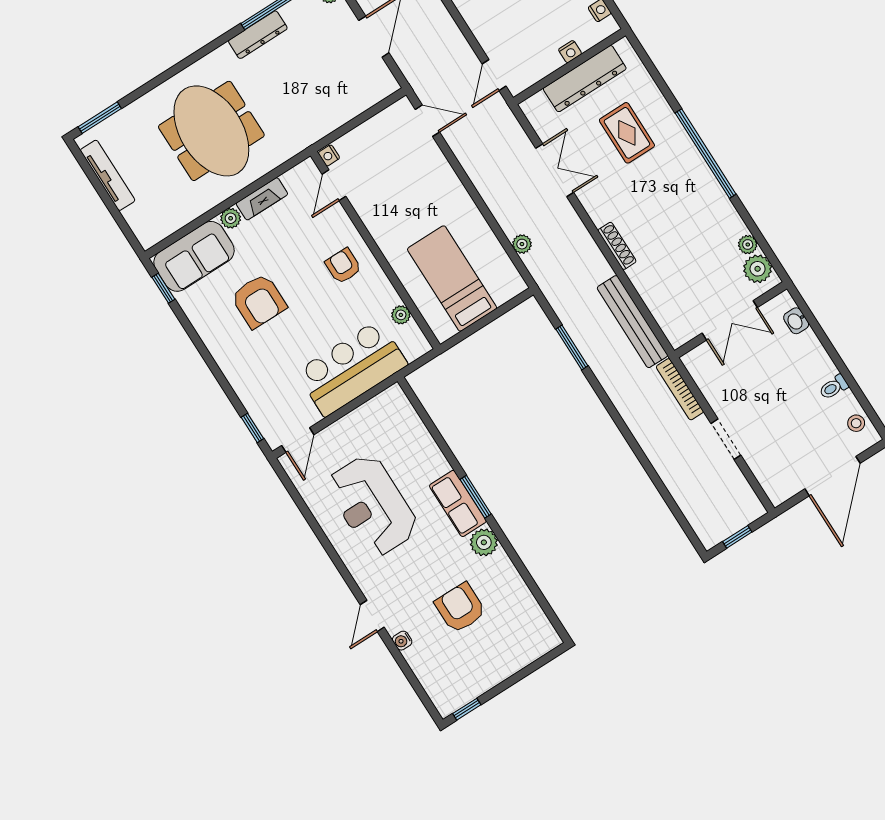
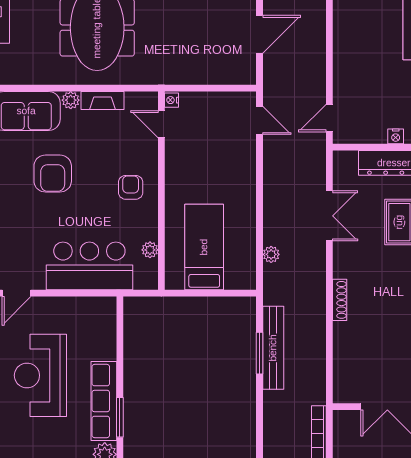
door: (334, 185) -> (161, 124), hinge flipped
bench: (632, 322) -> (273, 348), moved
row of seats: (458, 503) -> (104, 401), width x1.48

